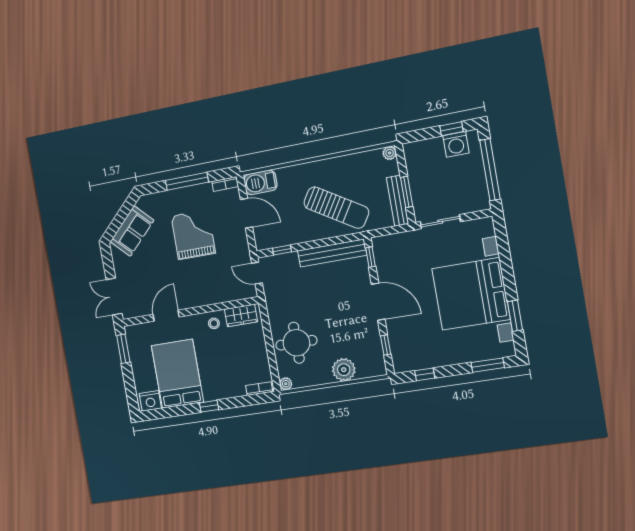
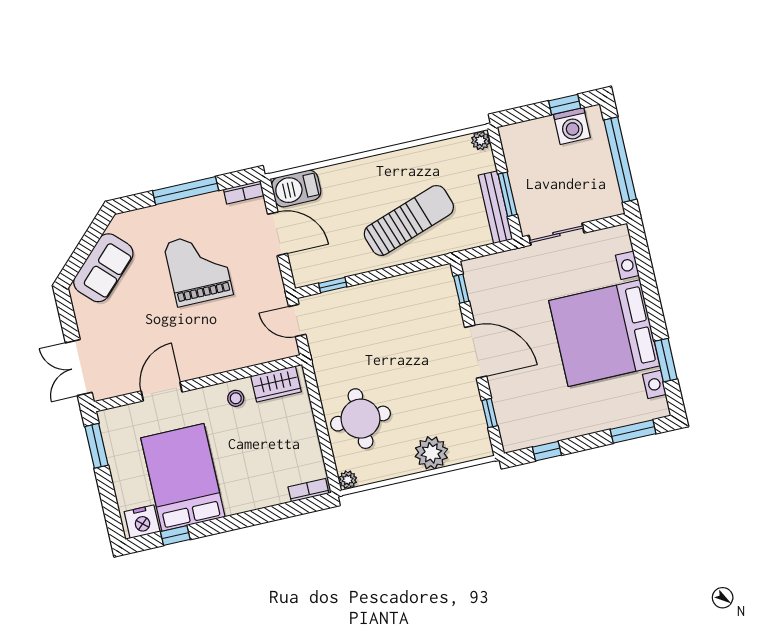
sun lounger: (336, 208) -> (409, 220), turned -51
bench: (332, 253) -> (406, 286), removed
window: (209, 406) -> (175, 536), moved

